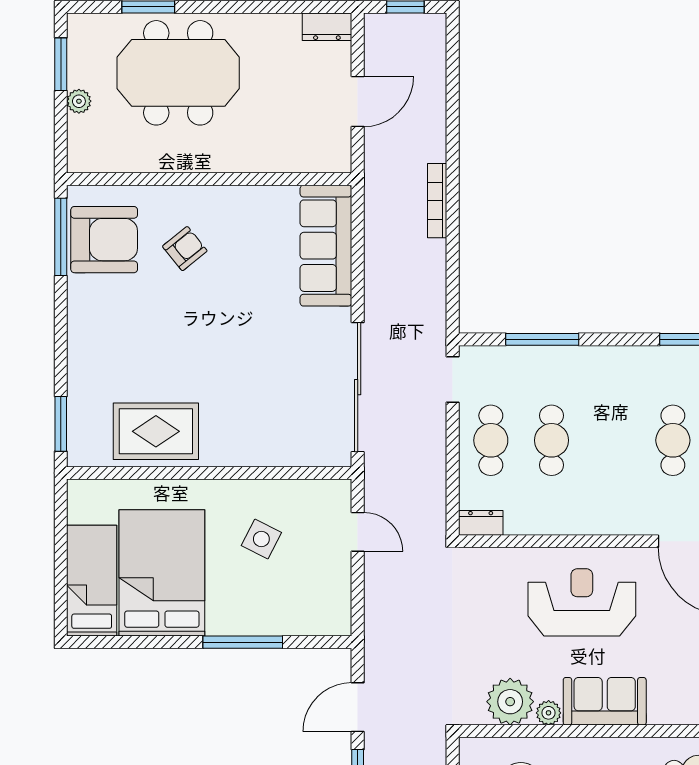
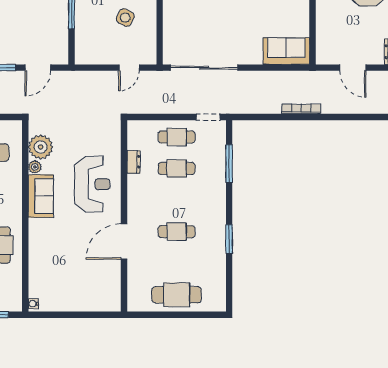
sofa: (326, 246) -> (286, 51), width x0.73
dresser: (481, 523) -> (134, 162), moved
door: (358, 707) -> (38, 68), swing flipped

